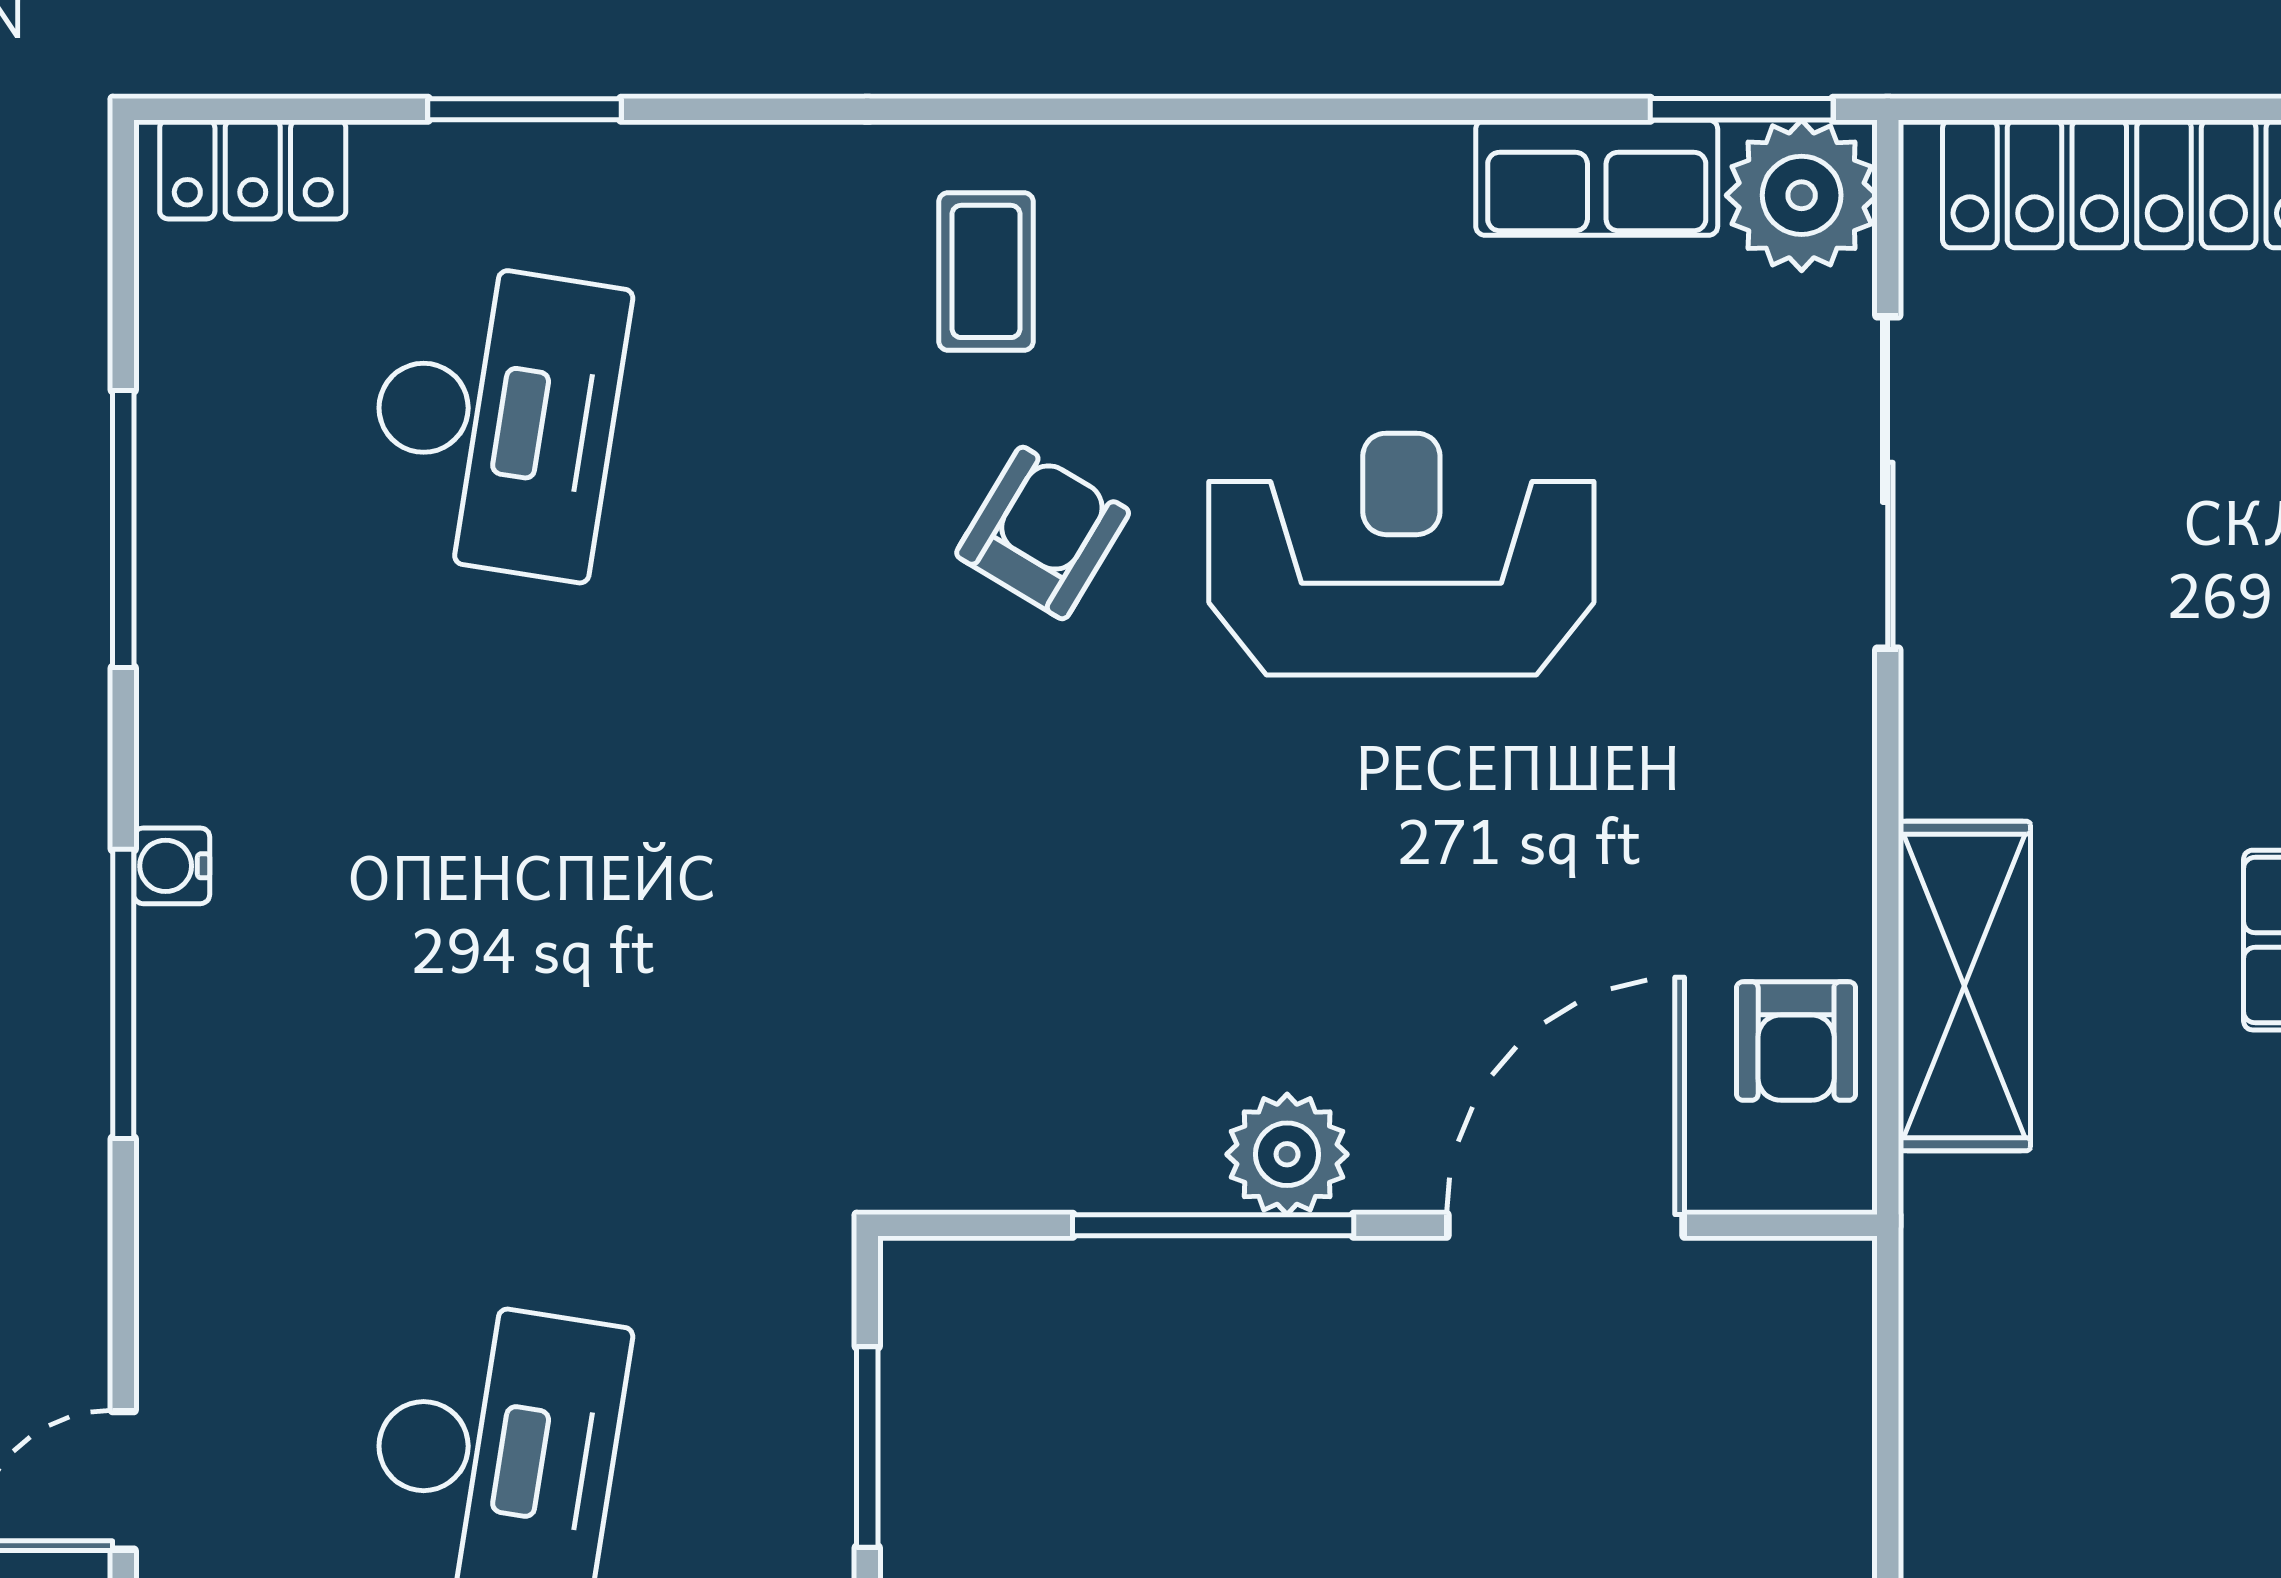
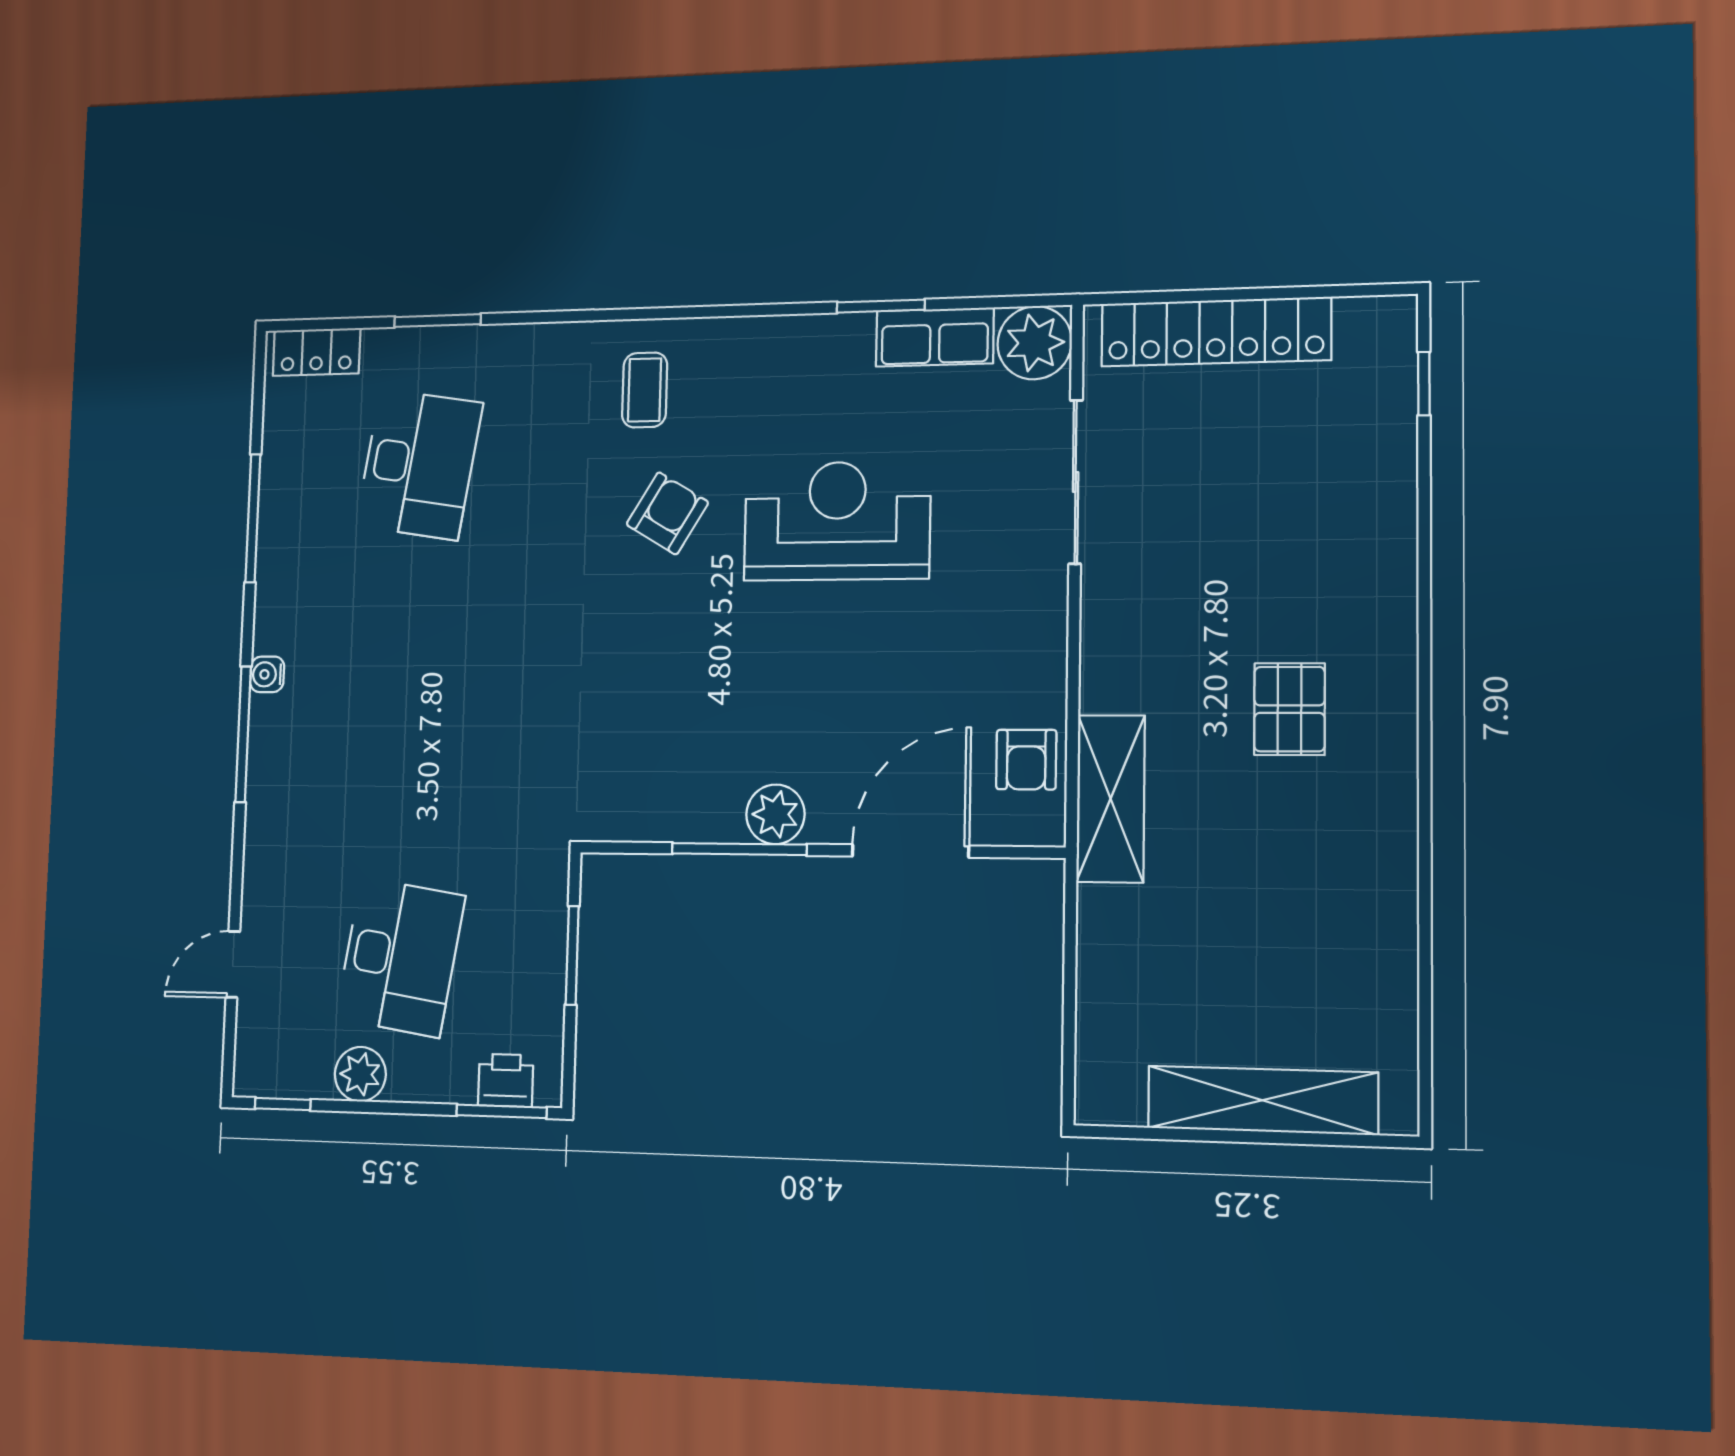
window: (1742, 109) -> (881, 306), moved
shelving: (1964, 986) -> (1111, 799), moved

